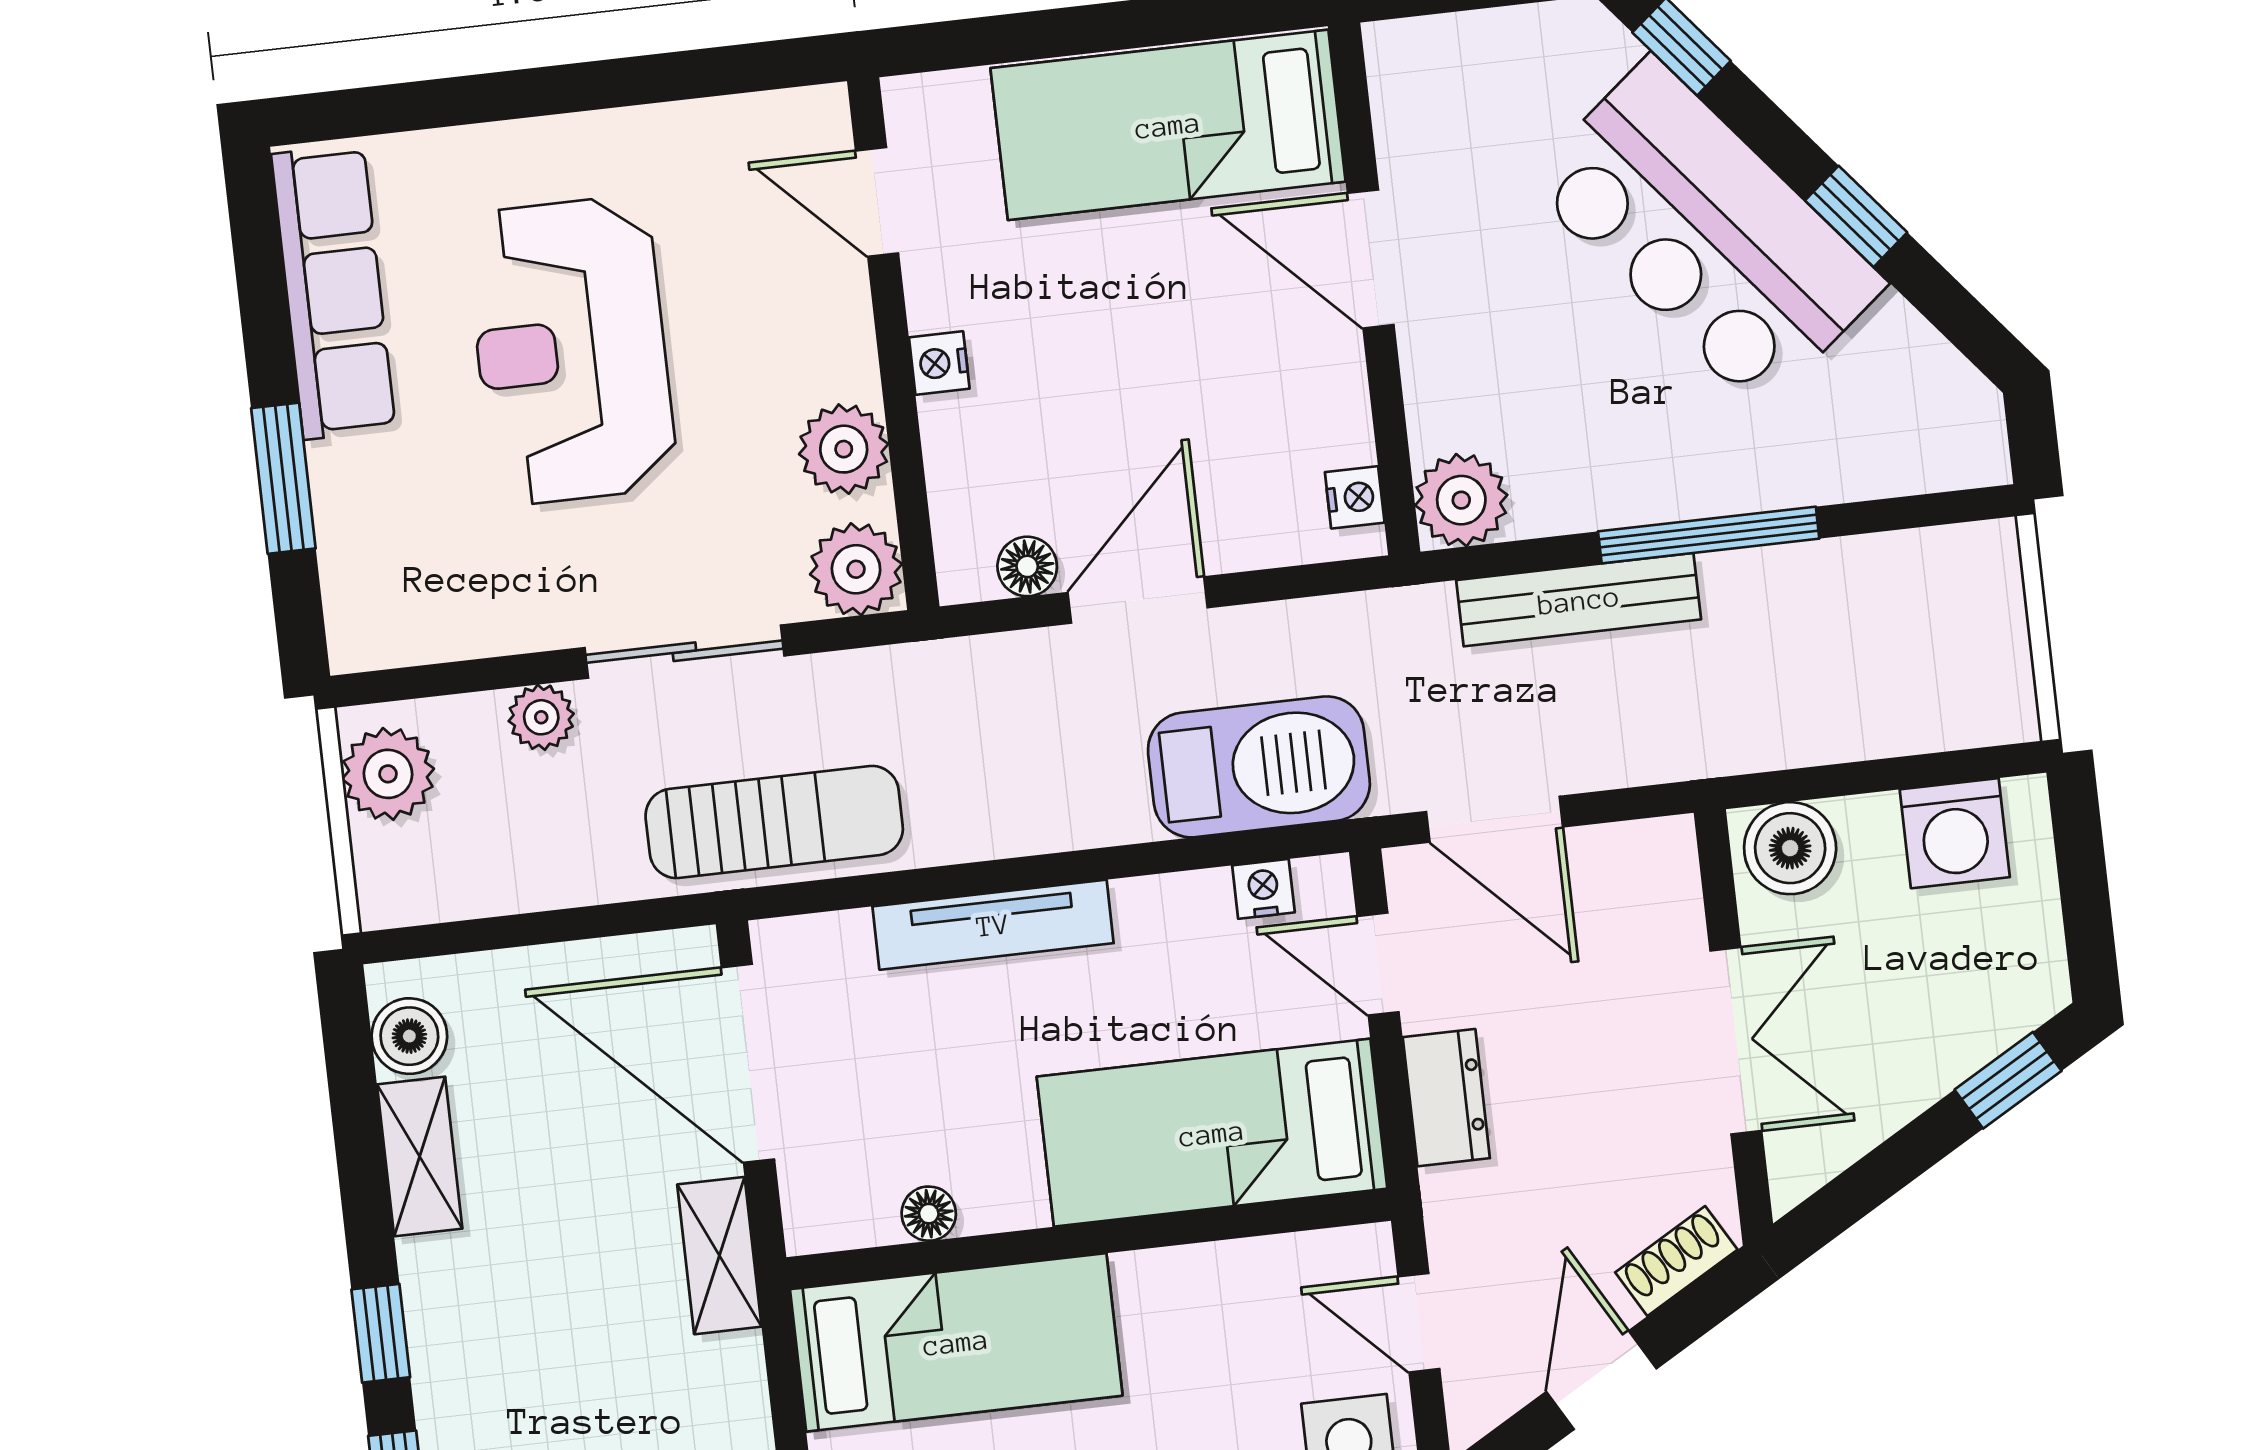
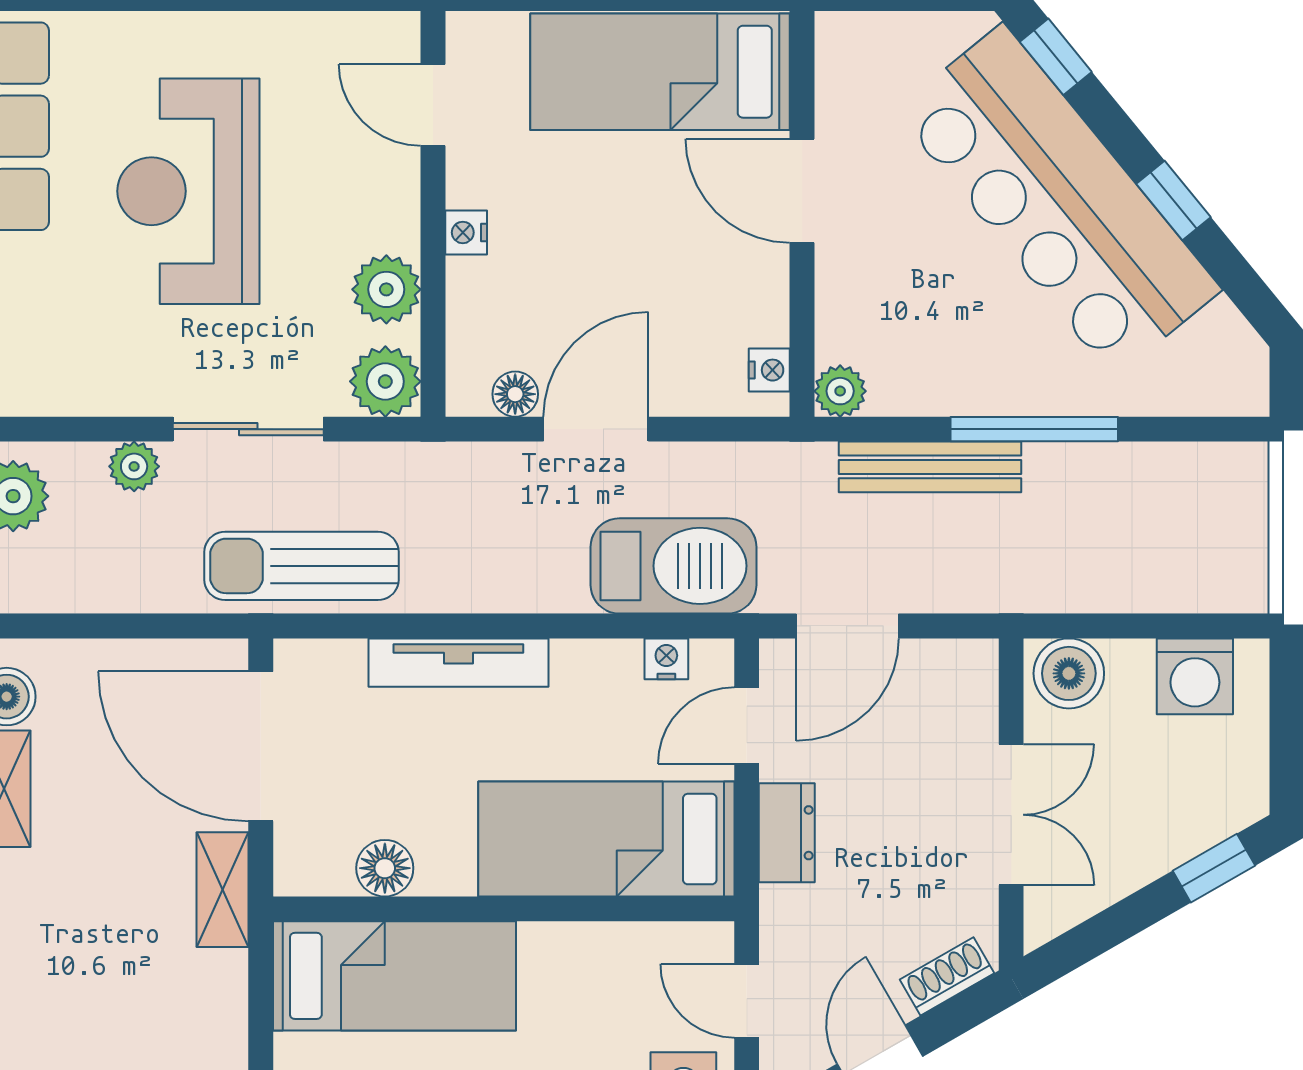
bar counter: (1706, 233) -> (1058, 200), width x1.36
plant: (1461, 500) -> (840, 391), width x0.73, depth x0.73
door: (1495, 819) -> (847, 626), hinge flipped
sun lounger: (774, 822) -> (302, 566), turned 180
door: (1378, 964) -> (747, 726), hinge flipped
floor lamp: (929, 1214) -> (385, 868), width x1.37, depth x1.37

